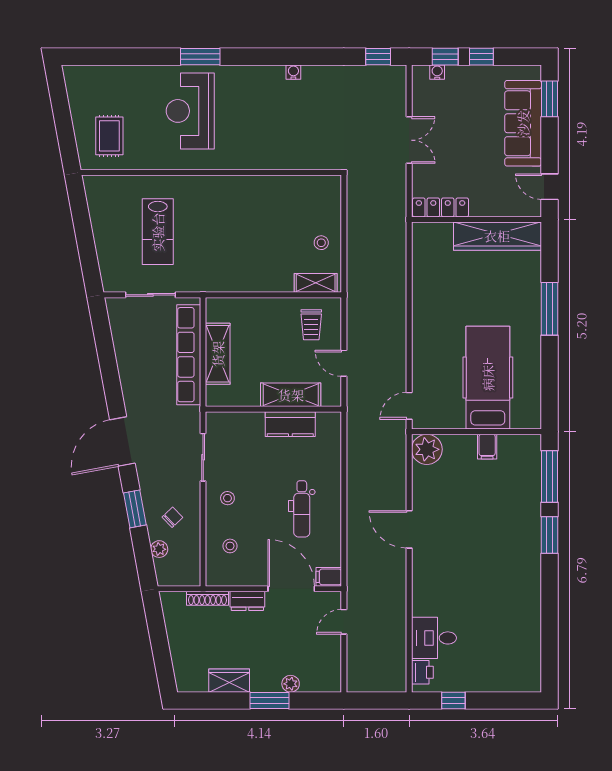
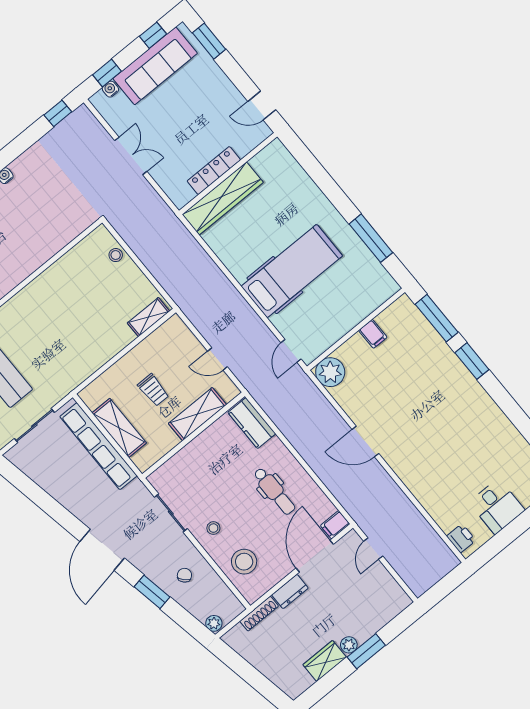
window: (481, 57) -> (153, 35), moved
sofa: (523, 123) -> (155, 66), moved, turned -90
locker: (441, 207) -> (214, 171), moved
wardrobe: (497, 236) -> (223, 198), moved
stool: (321, 243) -> (116, 255), moved
window: (549, 309) -> (371, 238), moved
trolley: (311, 325) -> (153, 390), moved
hospital bed: (488, 378) -> (292, 271), moved, turned 90
kitchen counter: (290, 424) -> (252, 423), moved, turned 90
stool: (230, 546) -> (244, 562), width x1.89, depth x1.89
plant: (159, 549) -> (214, 623), moved
door: (291, 589) -> (315, 556), hinge flipped
desk: (434, 638) -> (497, 506), moved, turned -90
plant: (291, 684) -> (349, 645), moved
window: (453, 701) -> (501, 540), removed

